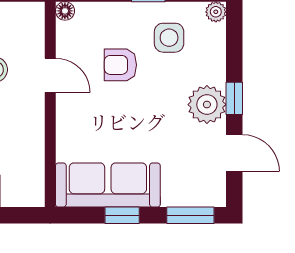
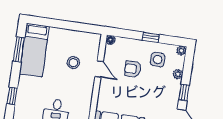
plant: (207, 105) -> (178, 74), moved, width x0.53, depth x0.53

